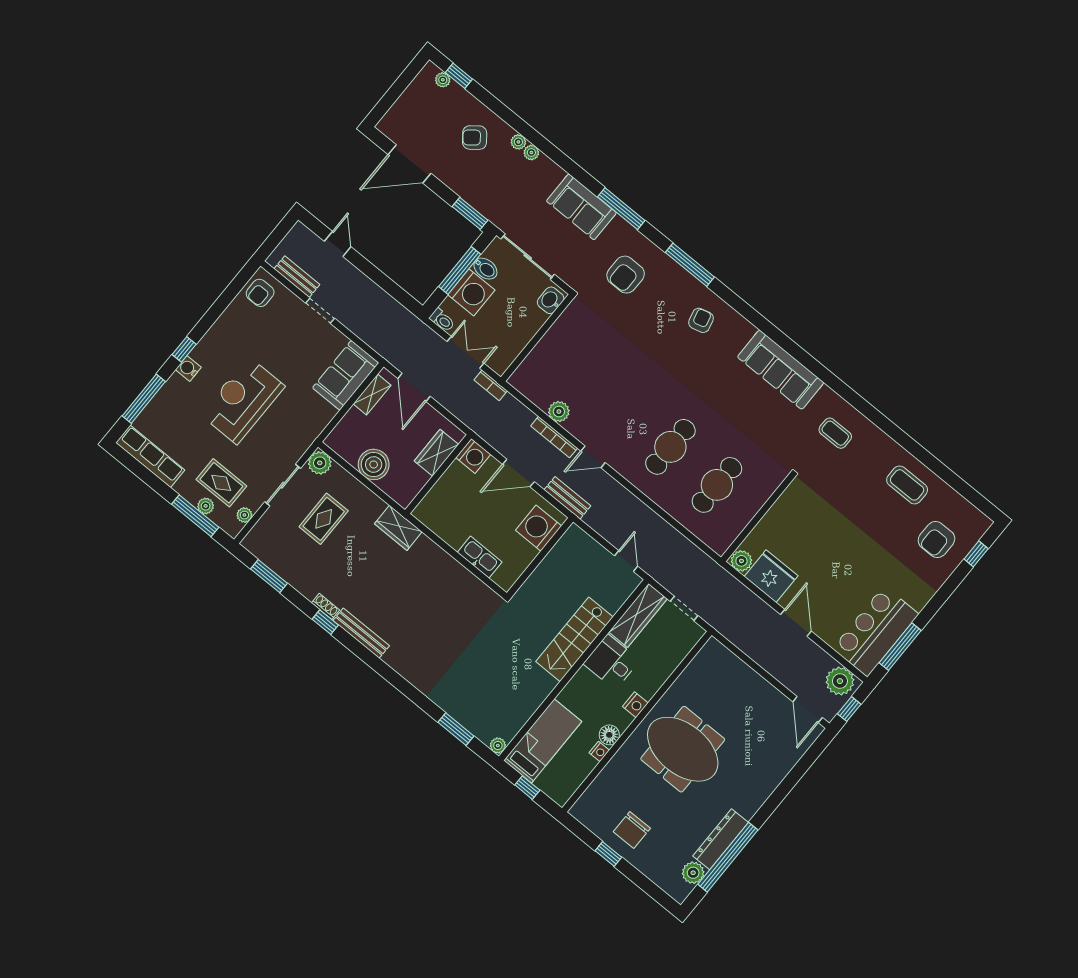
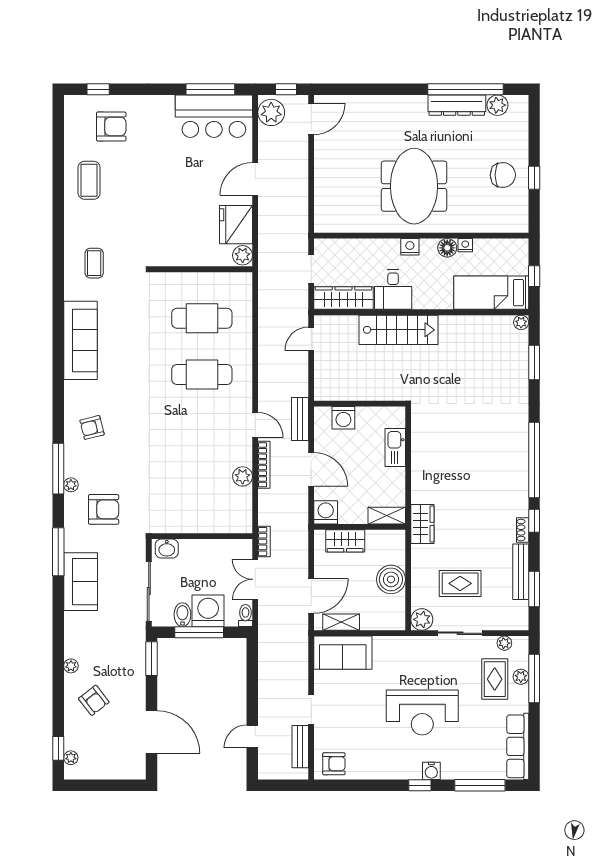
plant: (531, 153) -> (71, 485), moved
shelving: (429, 504) -> (387, 516), added
washing machine: (539, 528) -> (343, 418), width x0.73, depth x0.73
bench: (361, 633) -> (521, 572), moved
window: (375, 663) -> (534, 460), added

